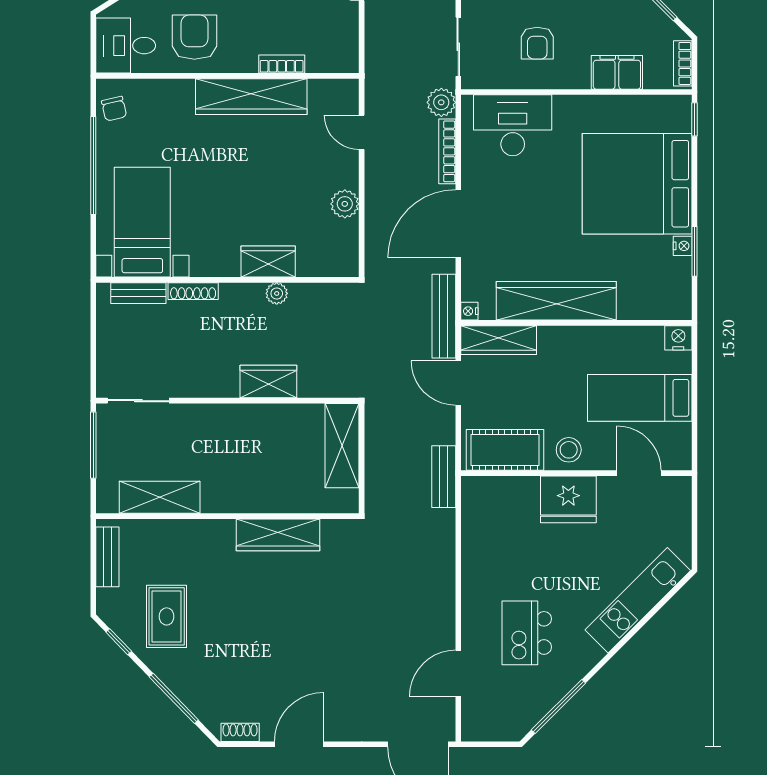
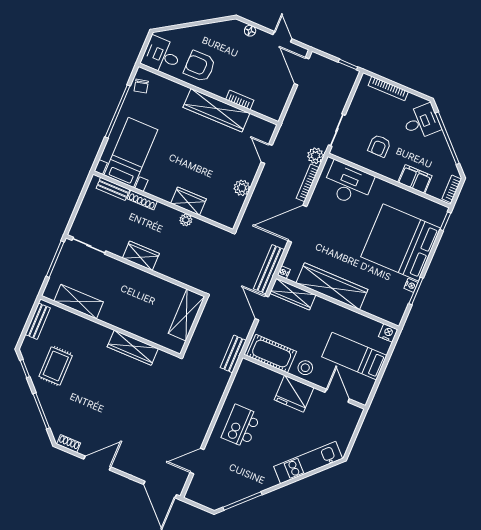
armchair: (194, 37) -> (200, 66), turned -90
wardrobe: (268, 382) -> (141, 256), moved
kitchen island: (527, 633) -> (241, 426), moved

